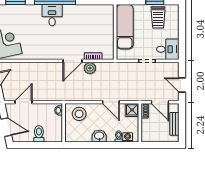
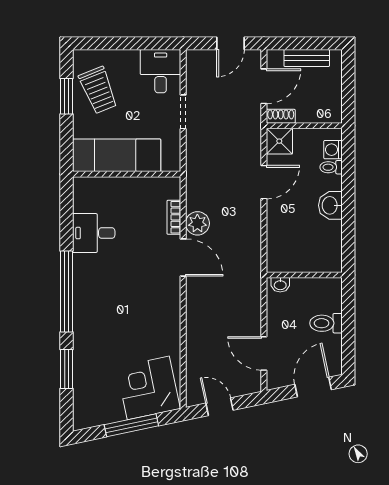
desk: (52, 15) -> (94, 233), moved
trolley: (158, 17) -> (98, 90), turned 68
stool: (79, 114) -> (287, 245), removed

